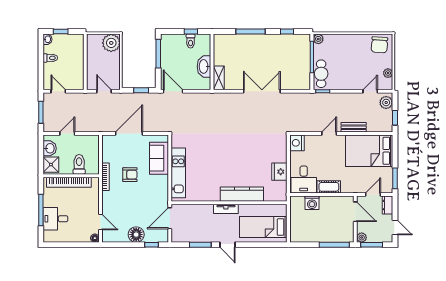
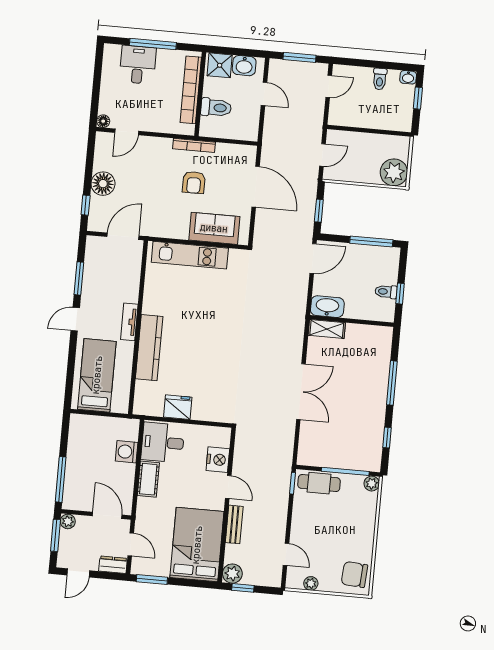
washbasin: (204, 66) -> (327, 307), moved
plant: (386, 102) -> (232, 574), moved
nightstand: (297, 143) -> (218, 460), moved, turned 90
door: (355, 212) -> (107, 515), swing flipped
door: (170, 218) -> (123, 236), hinge flipped

